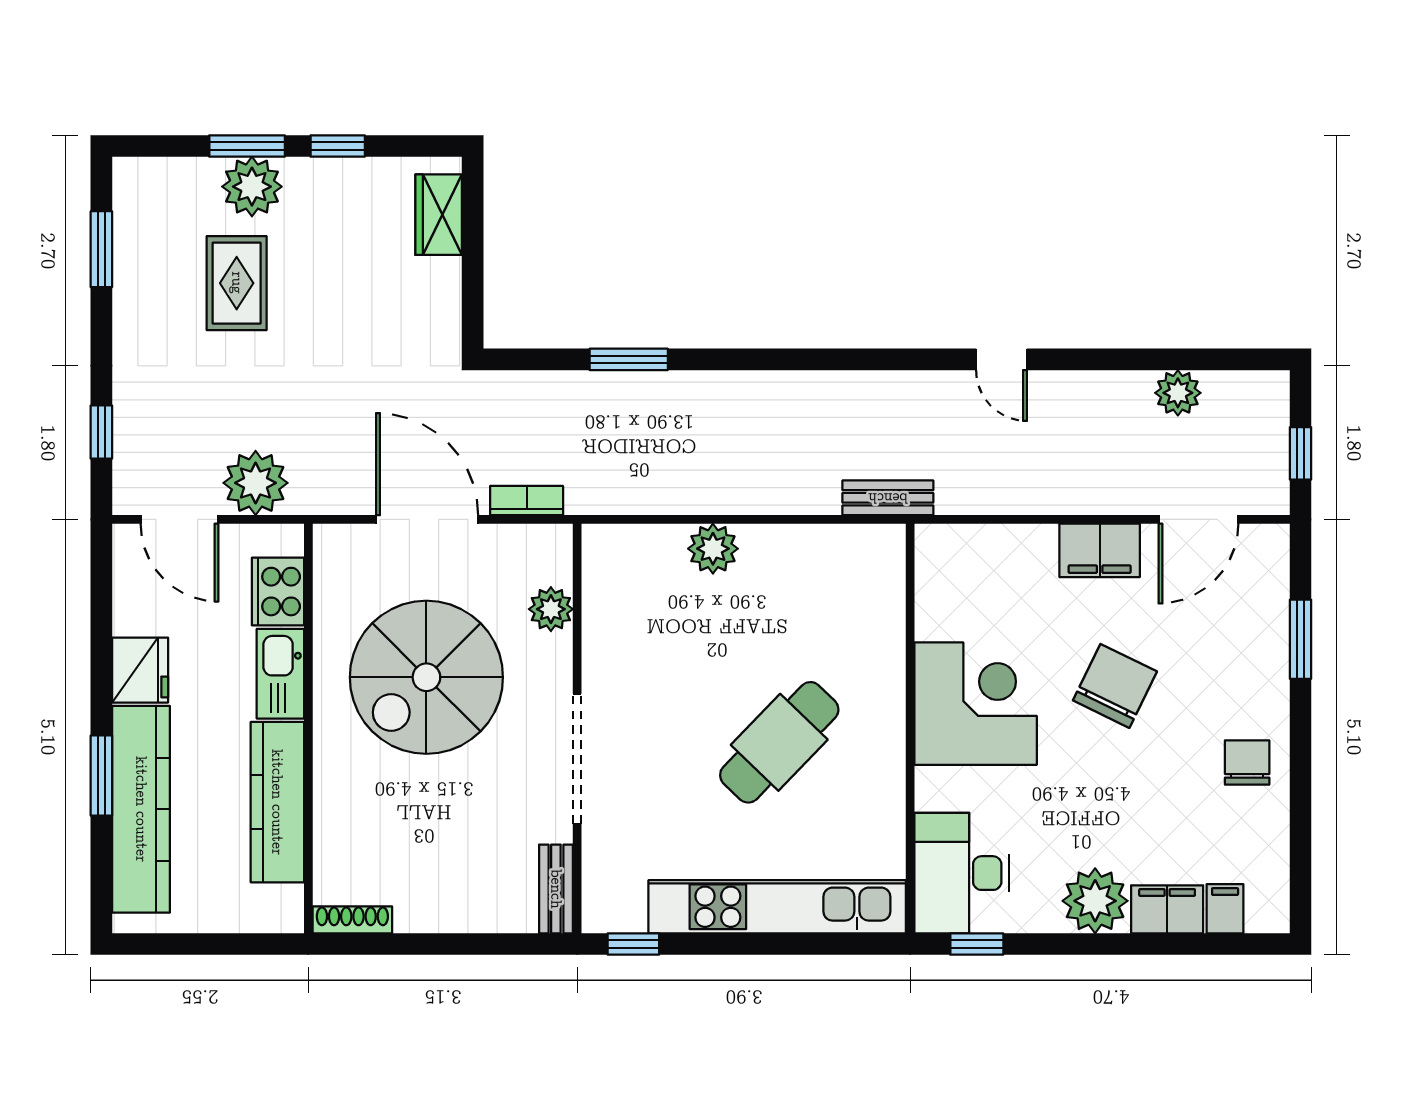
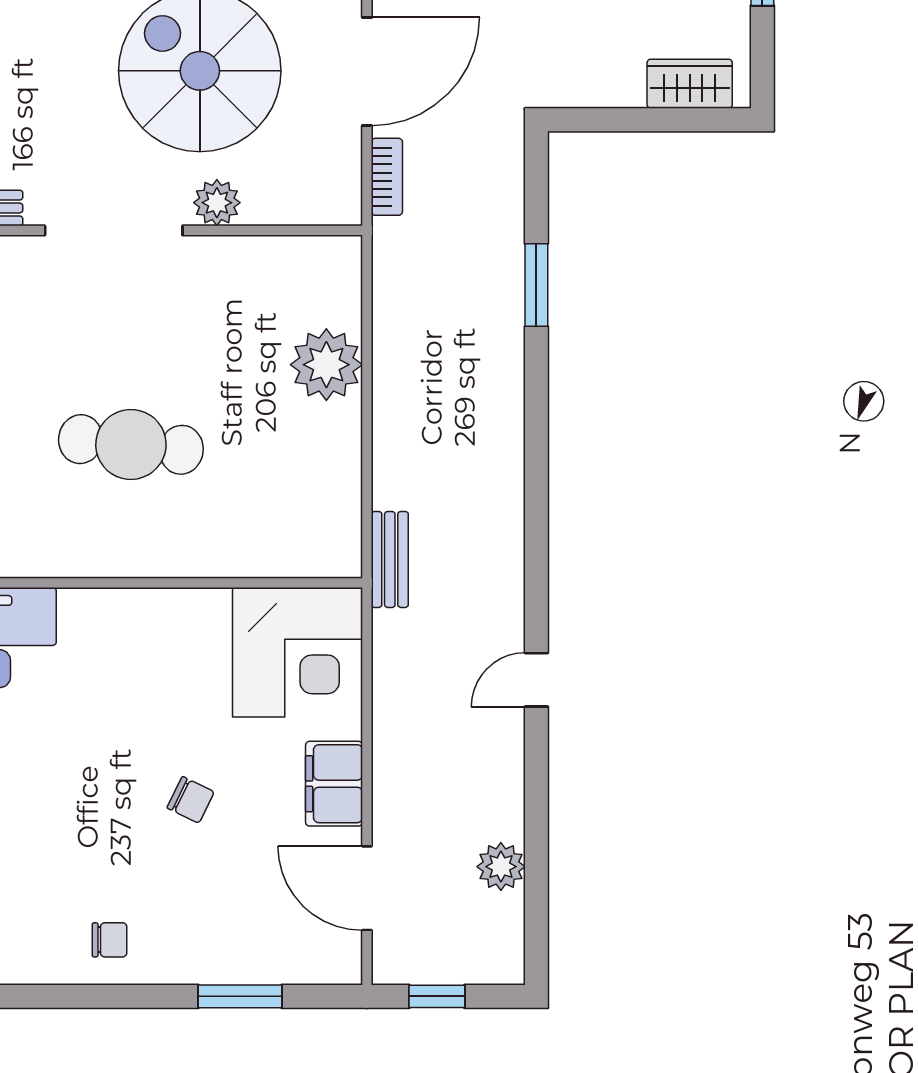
plant: (713, 549) -> (326, 365), width x1.36, depth x1.36
plant: (551, 609) -> (217, 203), moved
chair: (1115, 686) -> (191, 800), width x0.54, depth x0.54
corner desk: (976, 704) -> (298, 652), moved
cafe table: (779, 742) -> (131, 444), turned -38
chair: (1247, 763) -> (109, 940), width x0.73, depth x0.73

